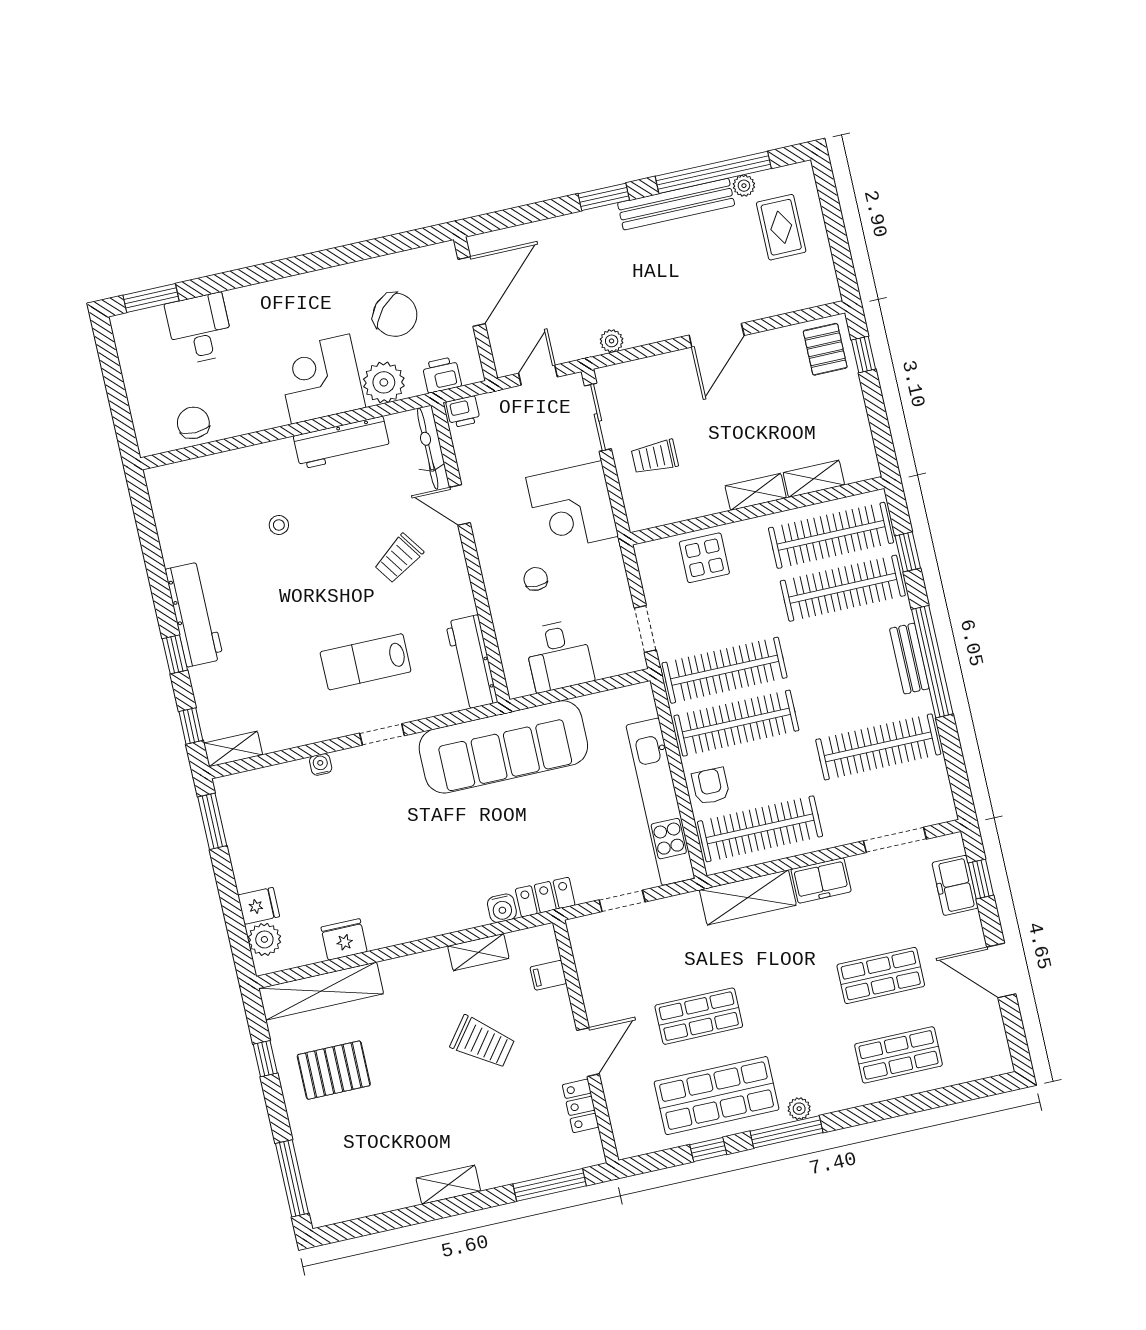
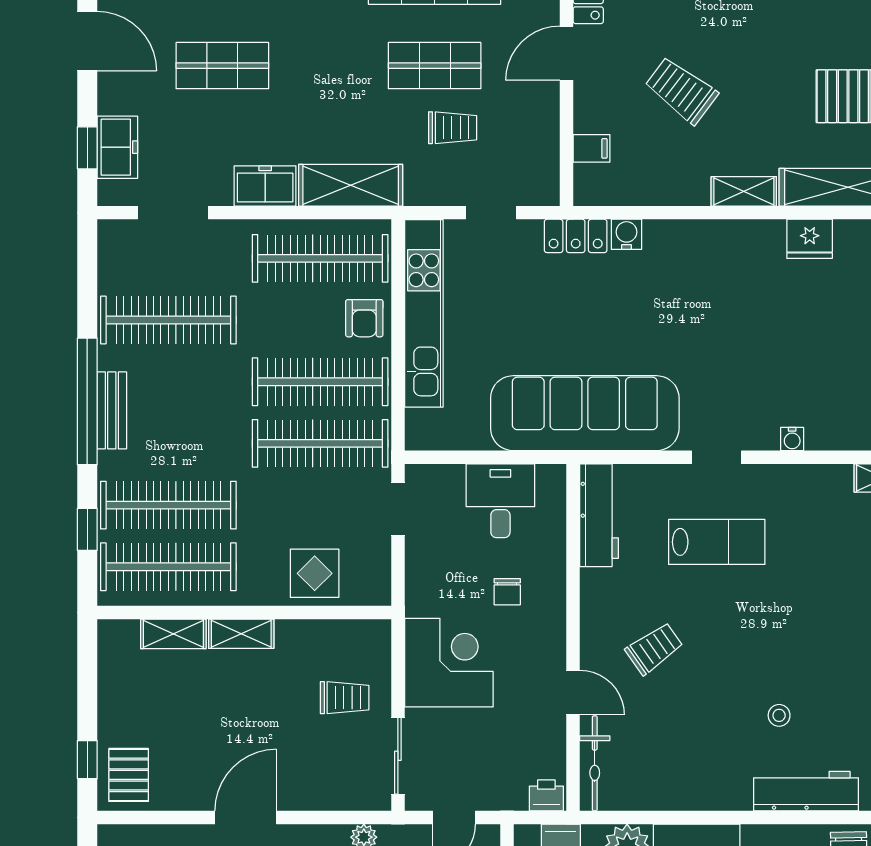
workbench: (342, 443) -> (806, 791), moved
shelving: (478, 952) -> (744, 191), moved
trolley: (671, 966) -> (453, 128), added

